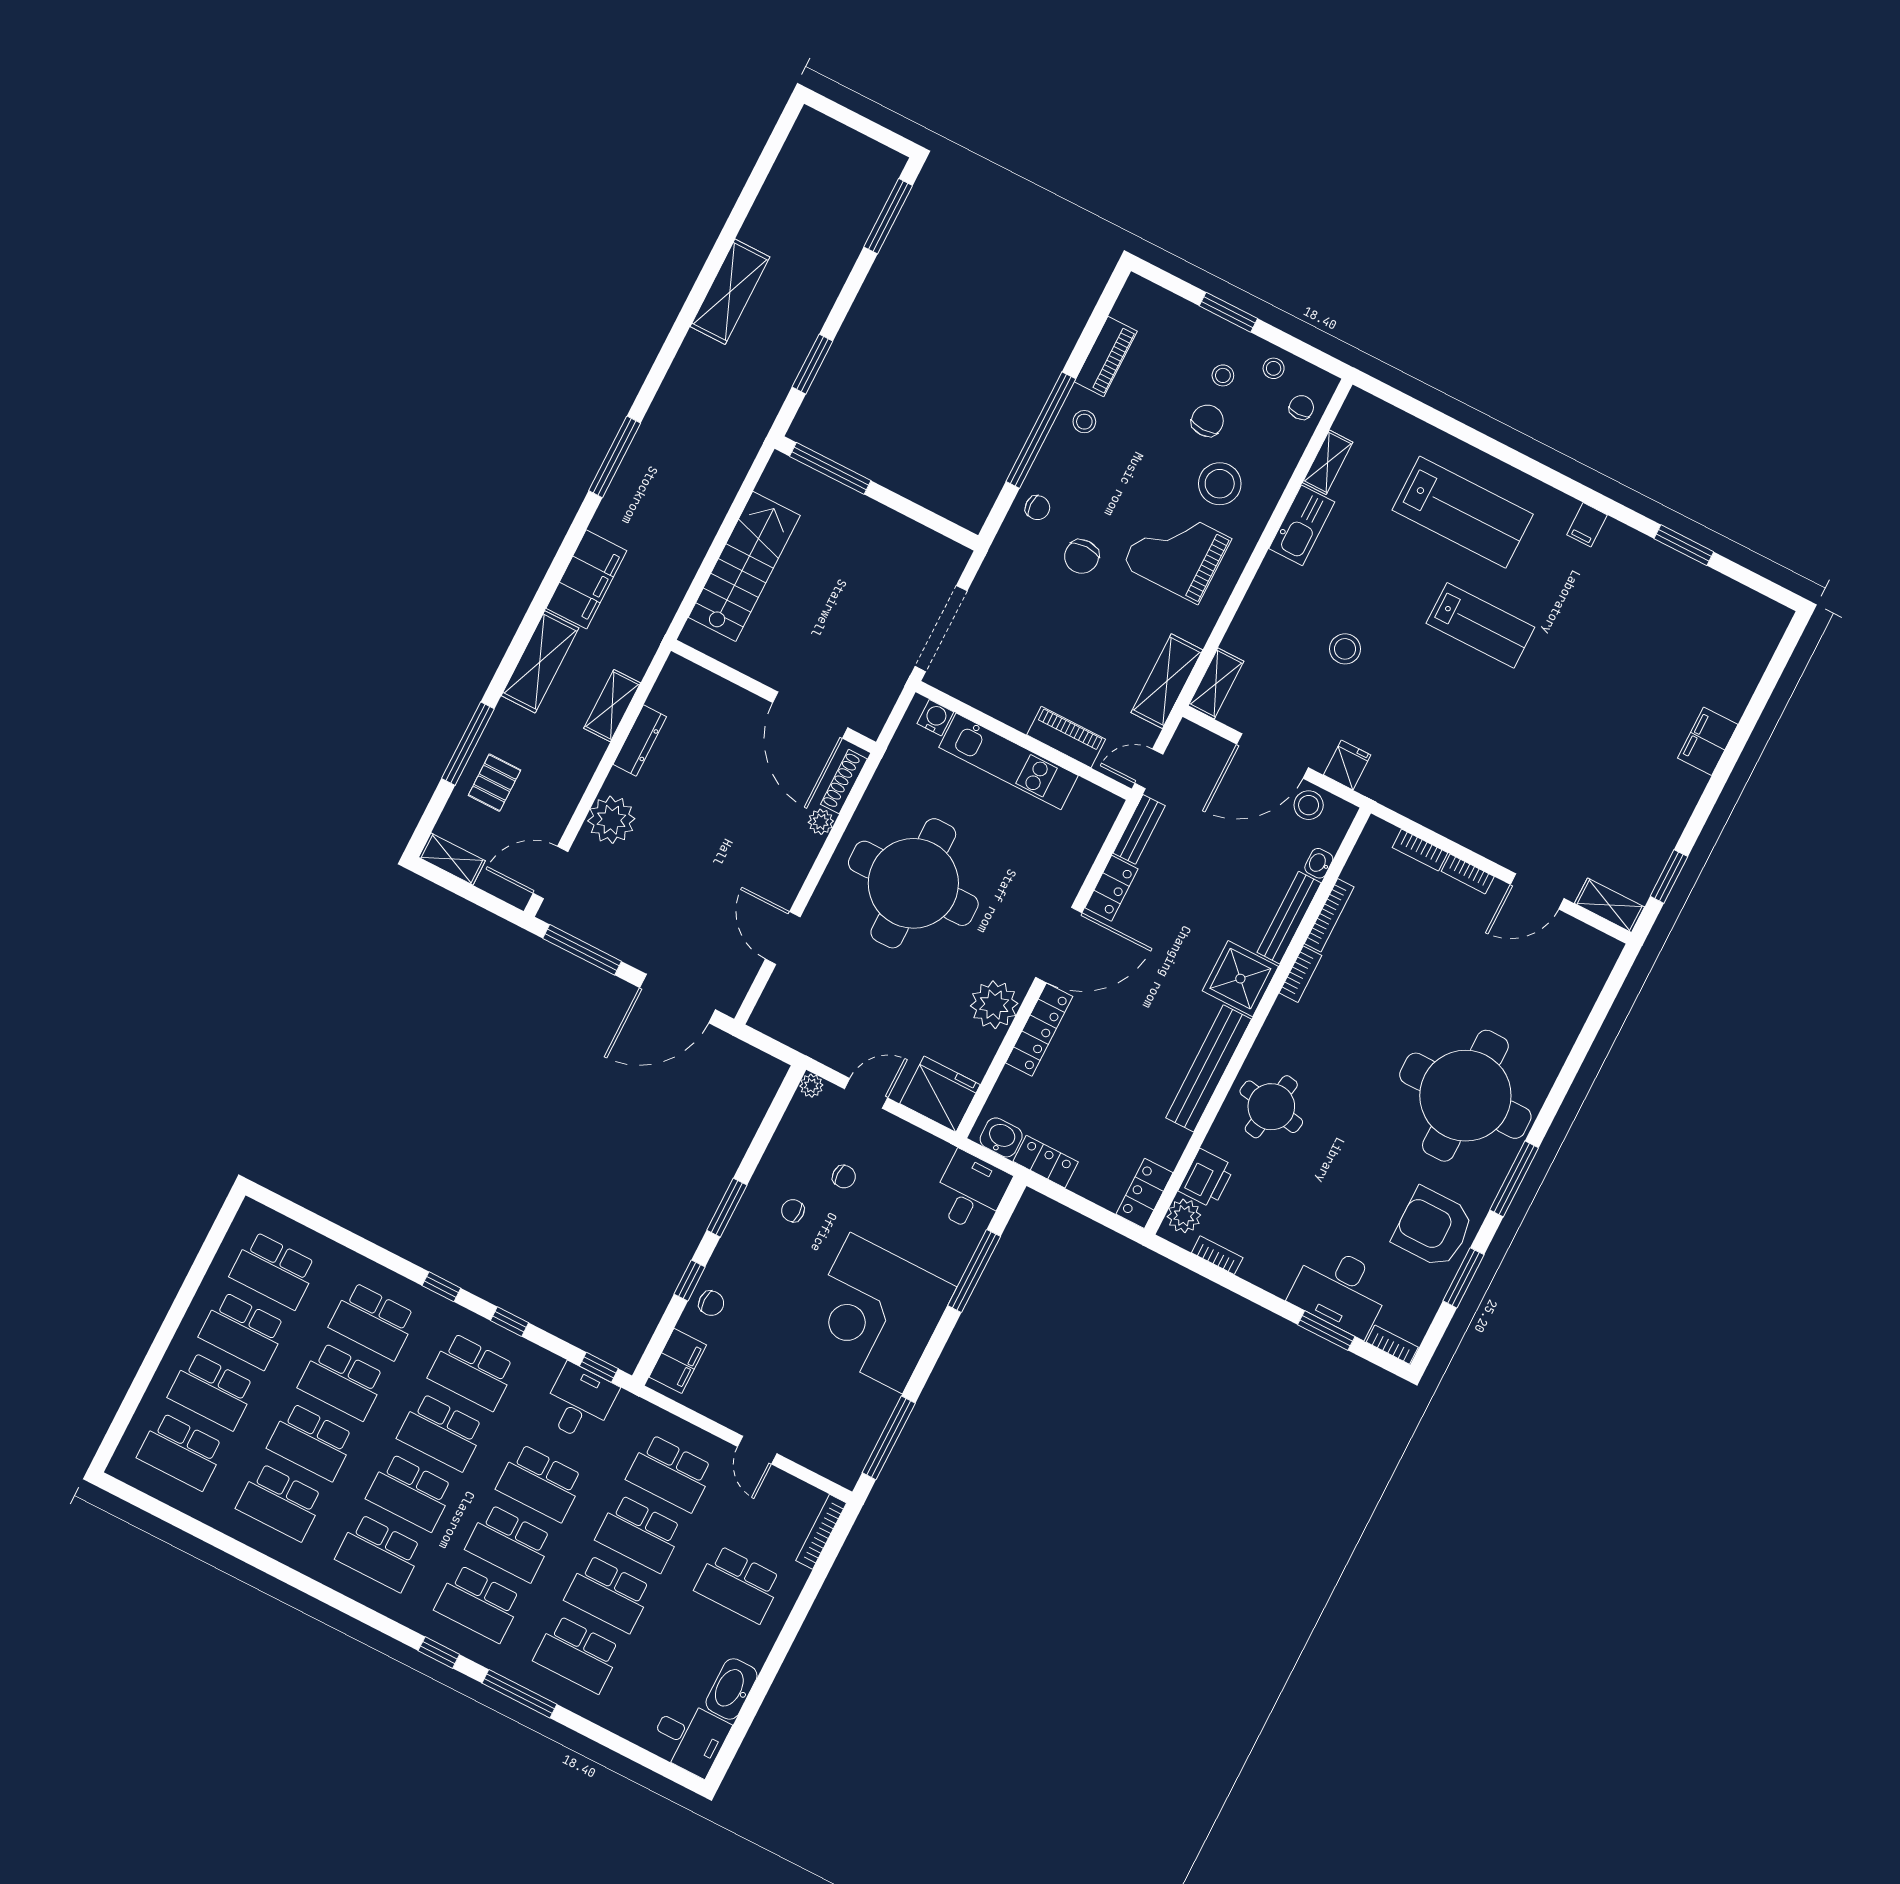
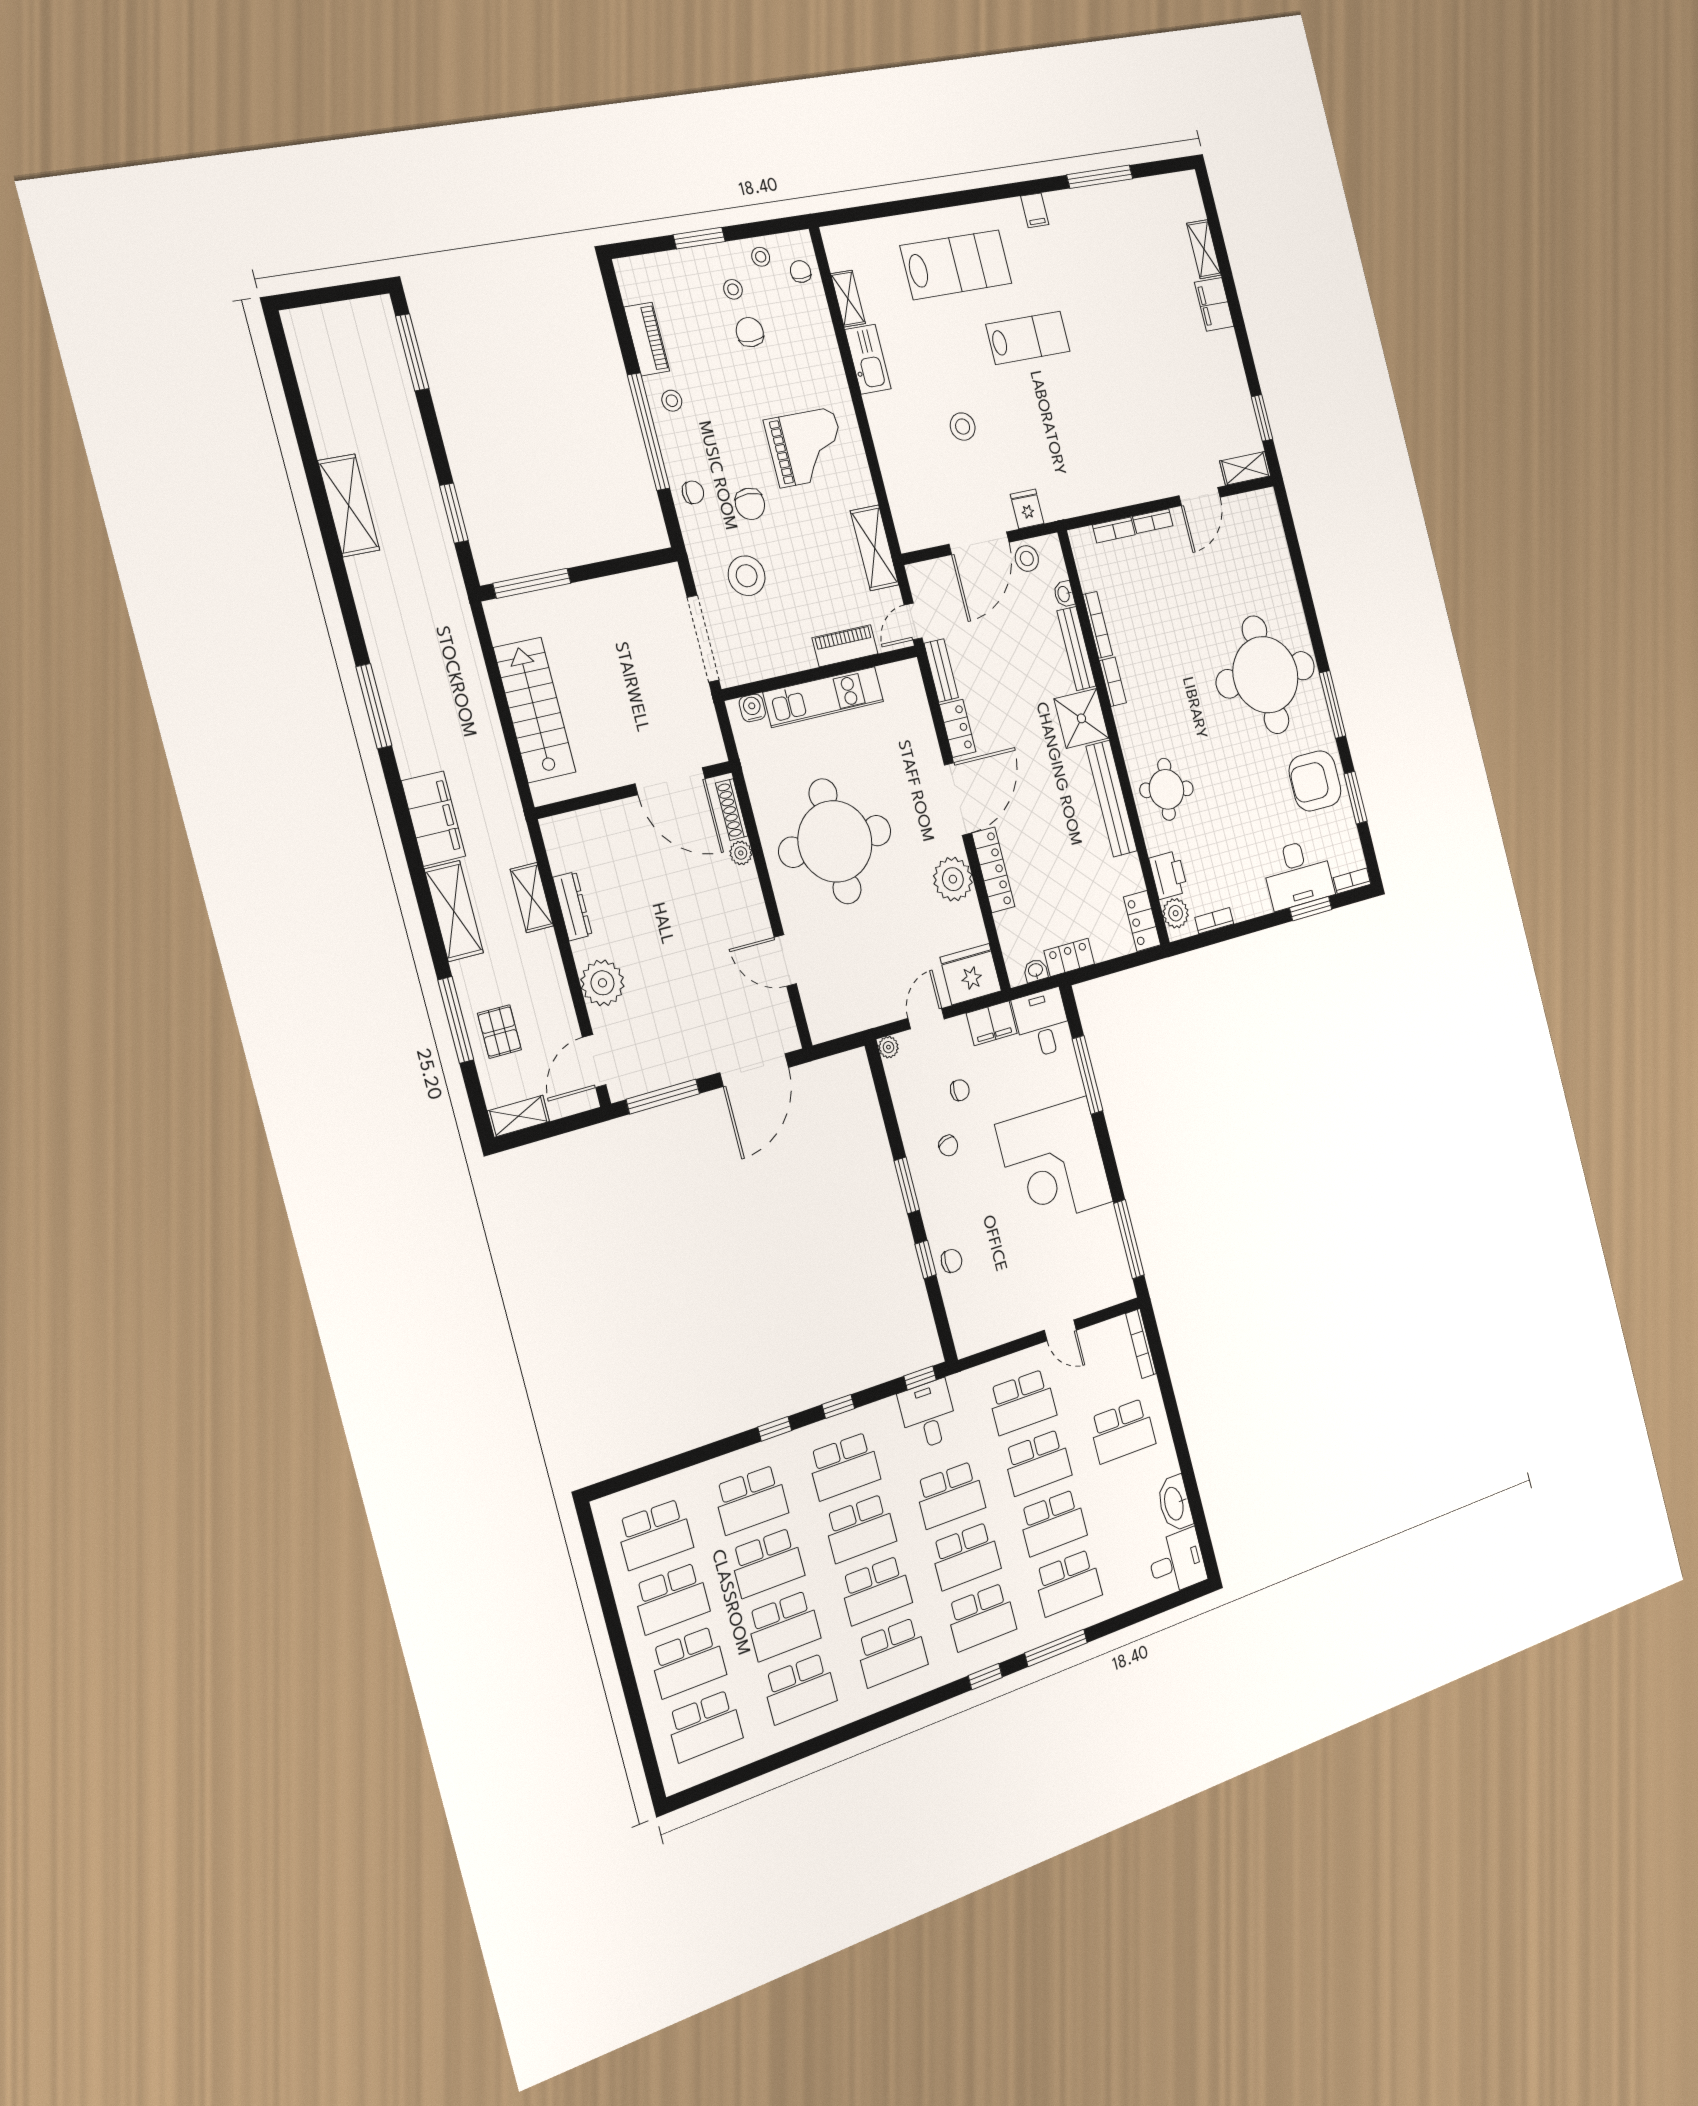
stool: (1220, 484) -> (747, 576), moved
window: (1684, 545) -> (1100, 177), width x1.44
grand piano: (1177, 552) -> (807, 447), turned 180
shelving: (1216, 684) -> (1204, 249), moved
washbasin: (1001, 1137) -> (1036, 971), width x0.72, depth x0.69
chair: (793, 1211) -> (948, 1146), turned -107
filing cabinet: (678, 1361) -> (992, 1023), moved, turned 90

